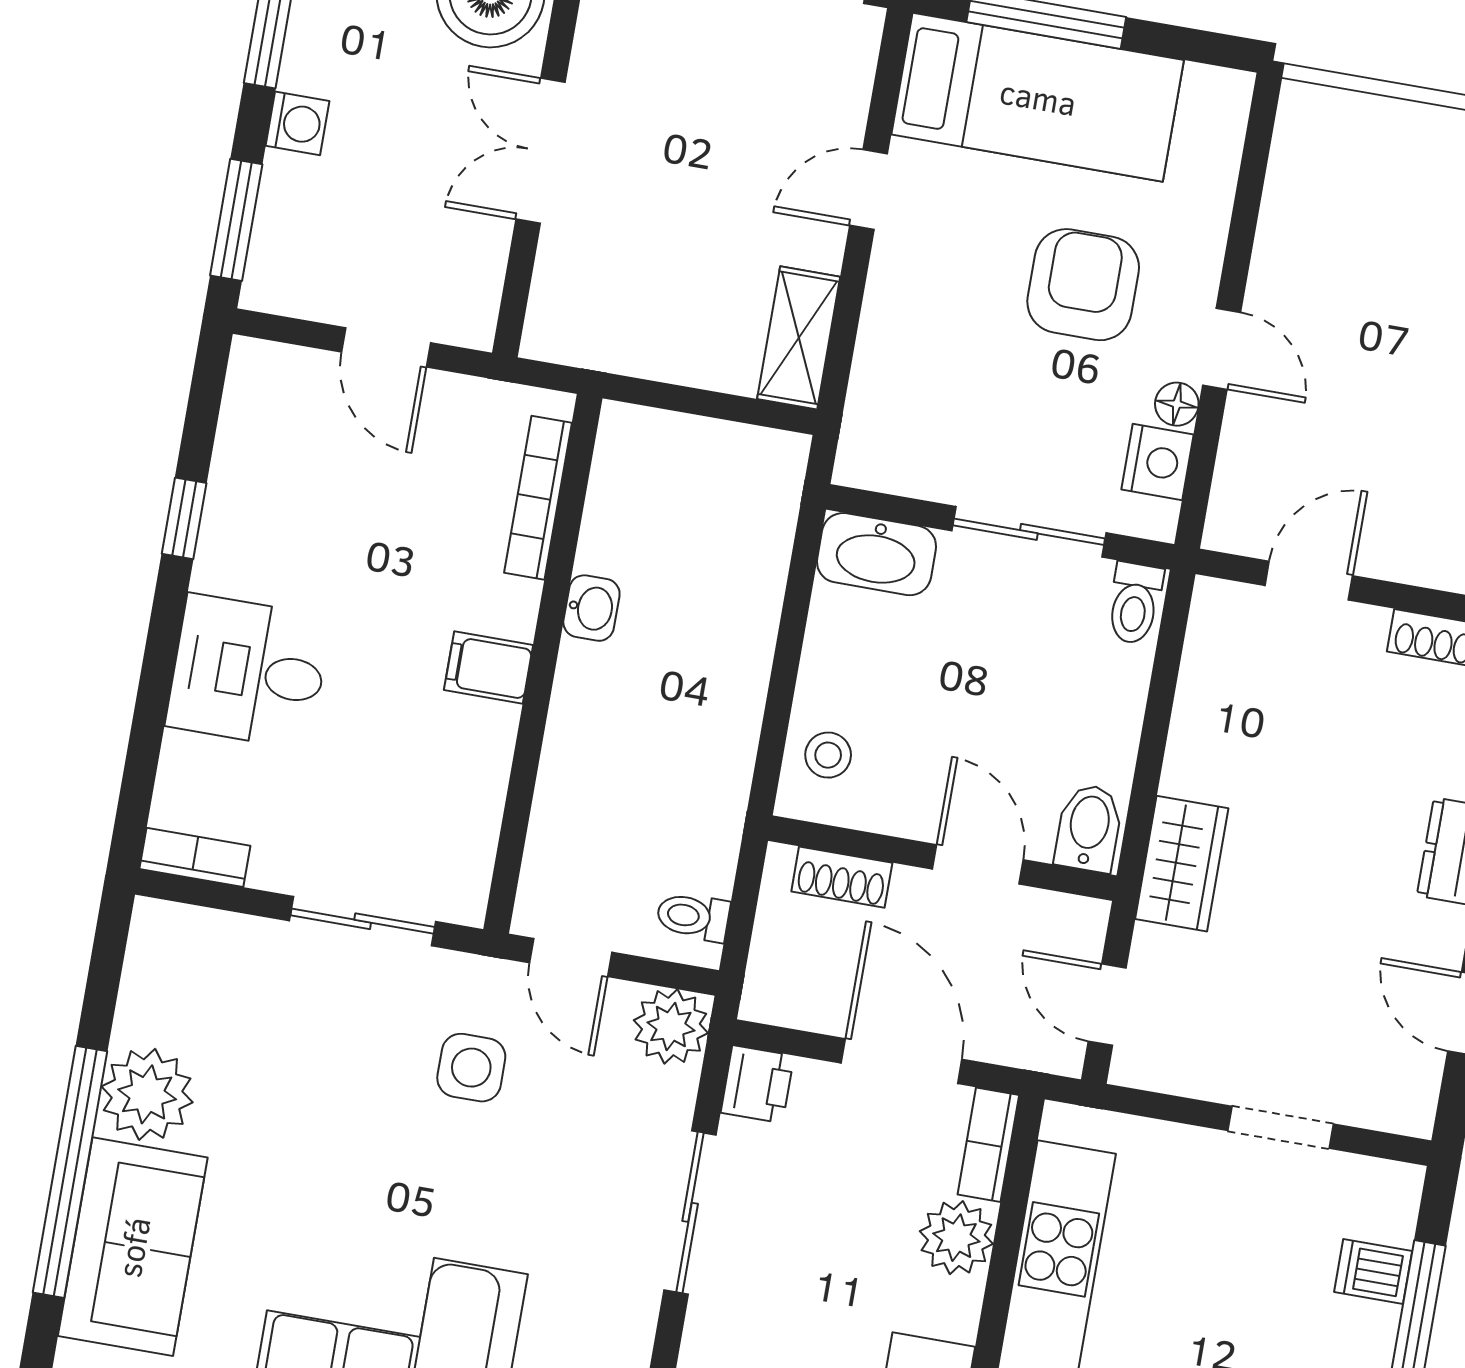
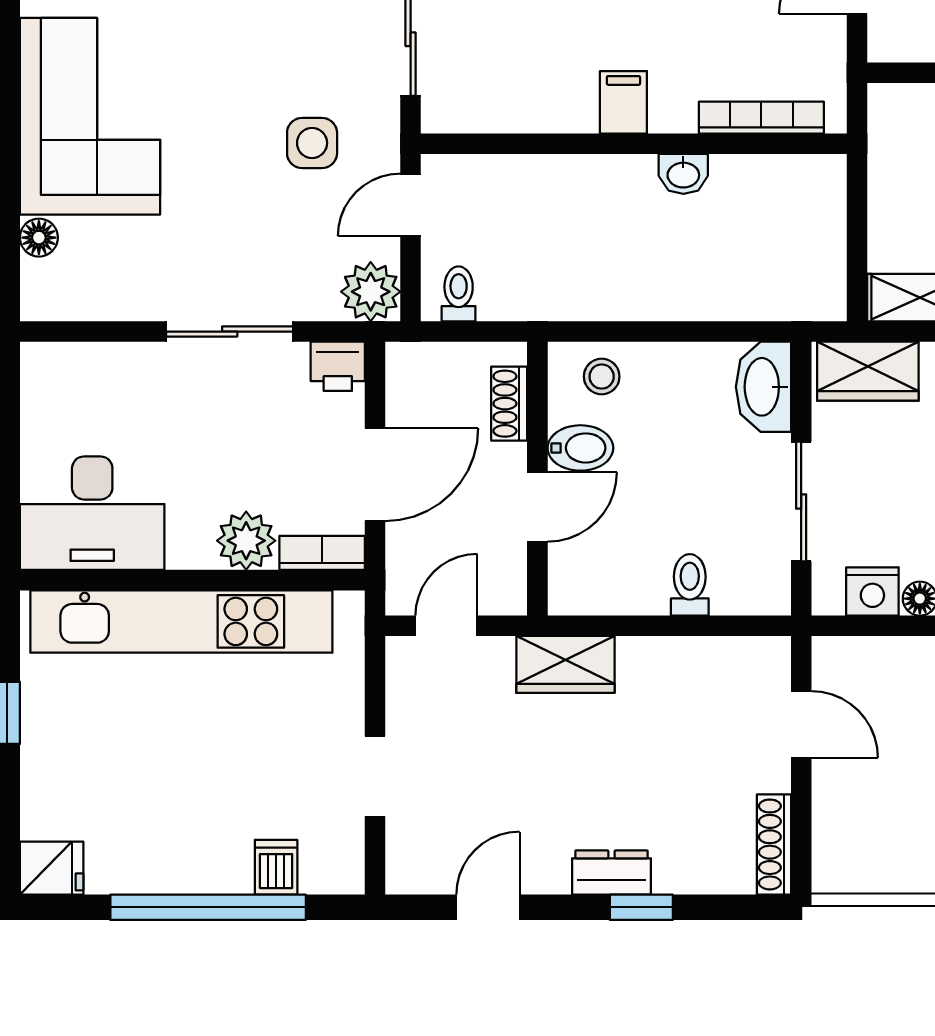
wardrobe: (880, 420) -> (868, 371), added
toilet: (1135, 603) -> (690, 585), moved, turned 90
bidet: (1089, 828) -> (580, 448), moved

